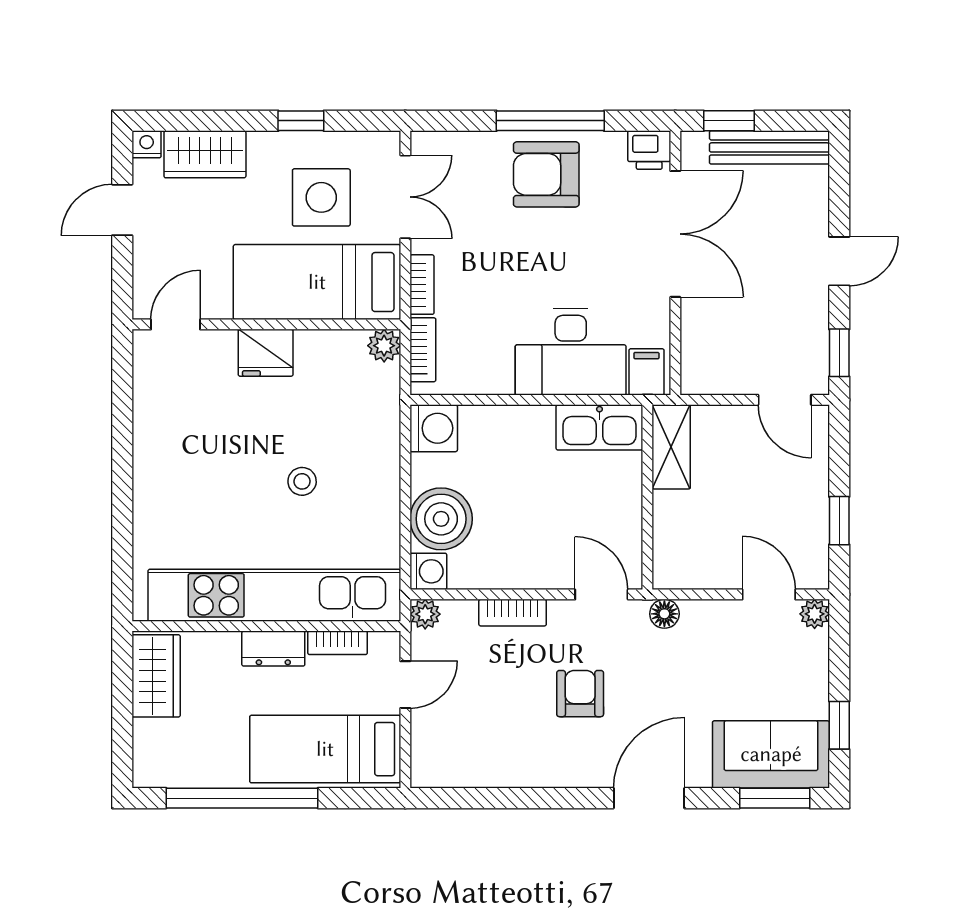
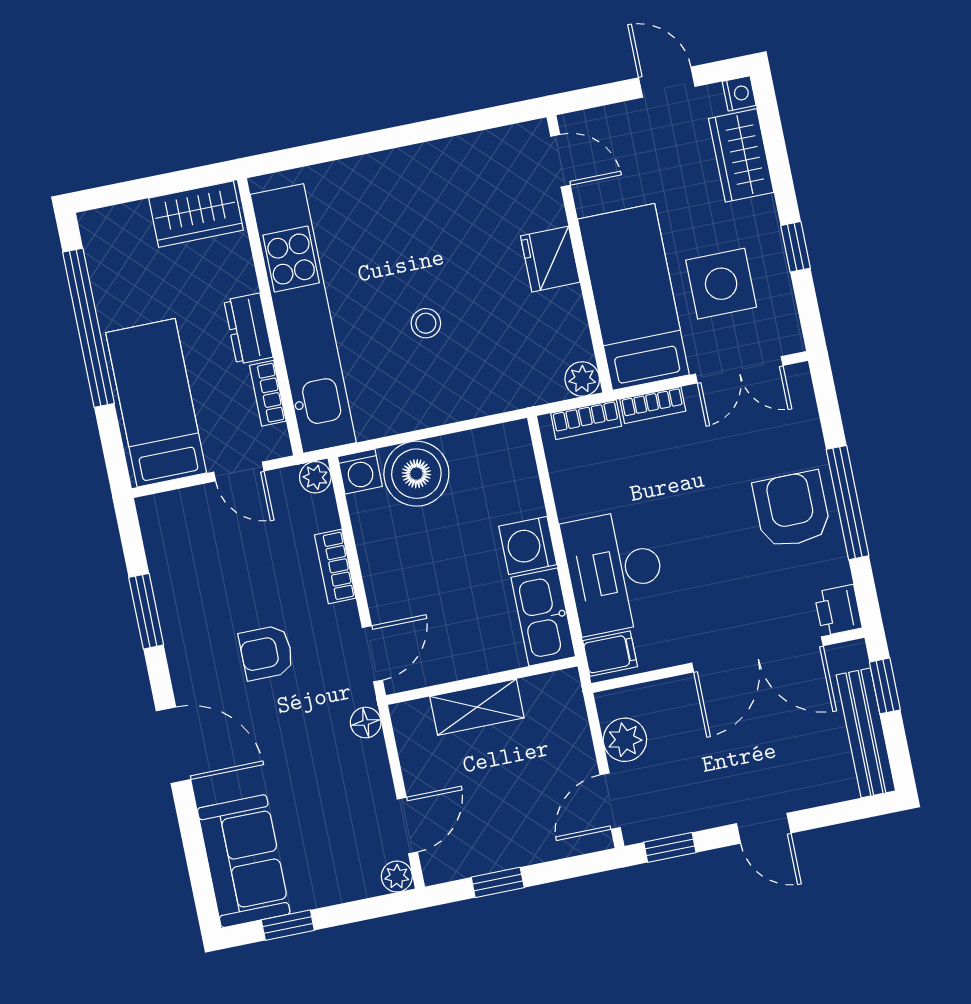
plant: (730, 374) -> (625, 740), added
washing machine: (434, 428) -> (528, 545), moved, turned 90
shelving: (671, 447) -> (477, 707), moved
armchair: (580, 694) -> (266, 653), turned 180
window: (775, 798) -> (146, 611), moved

